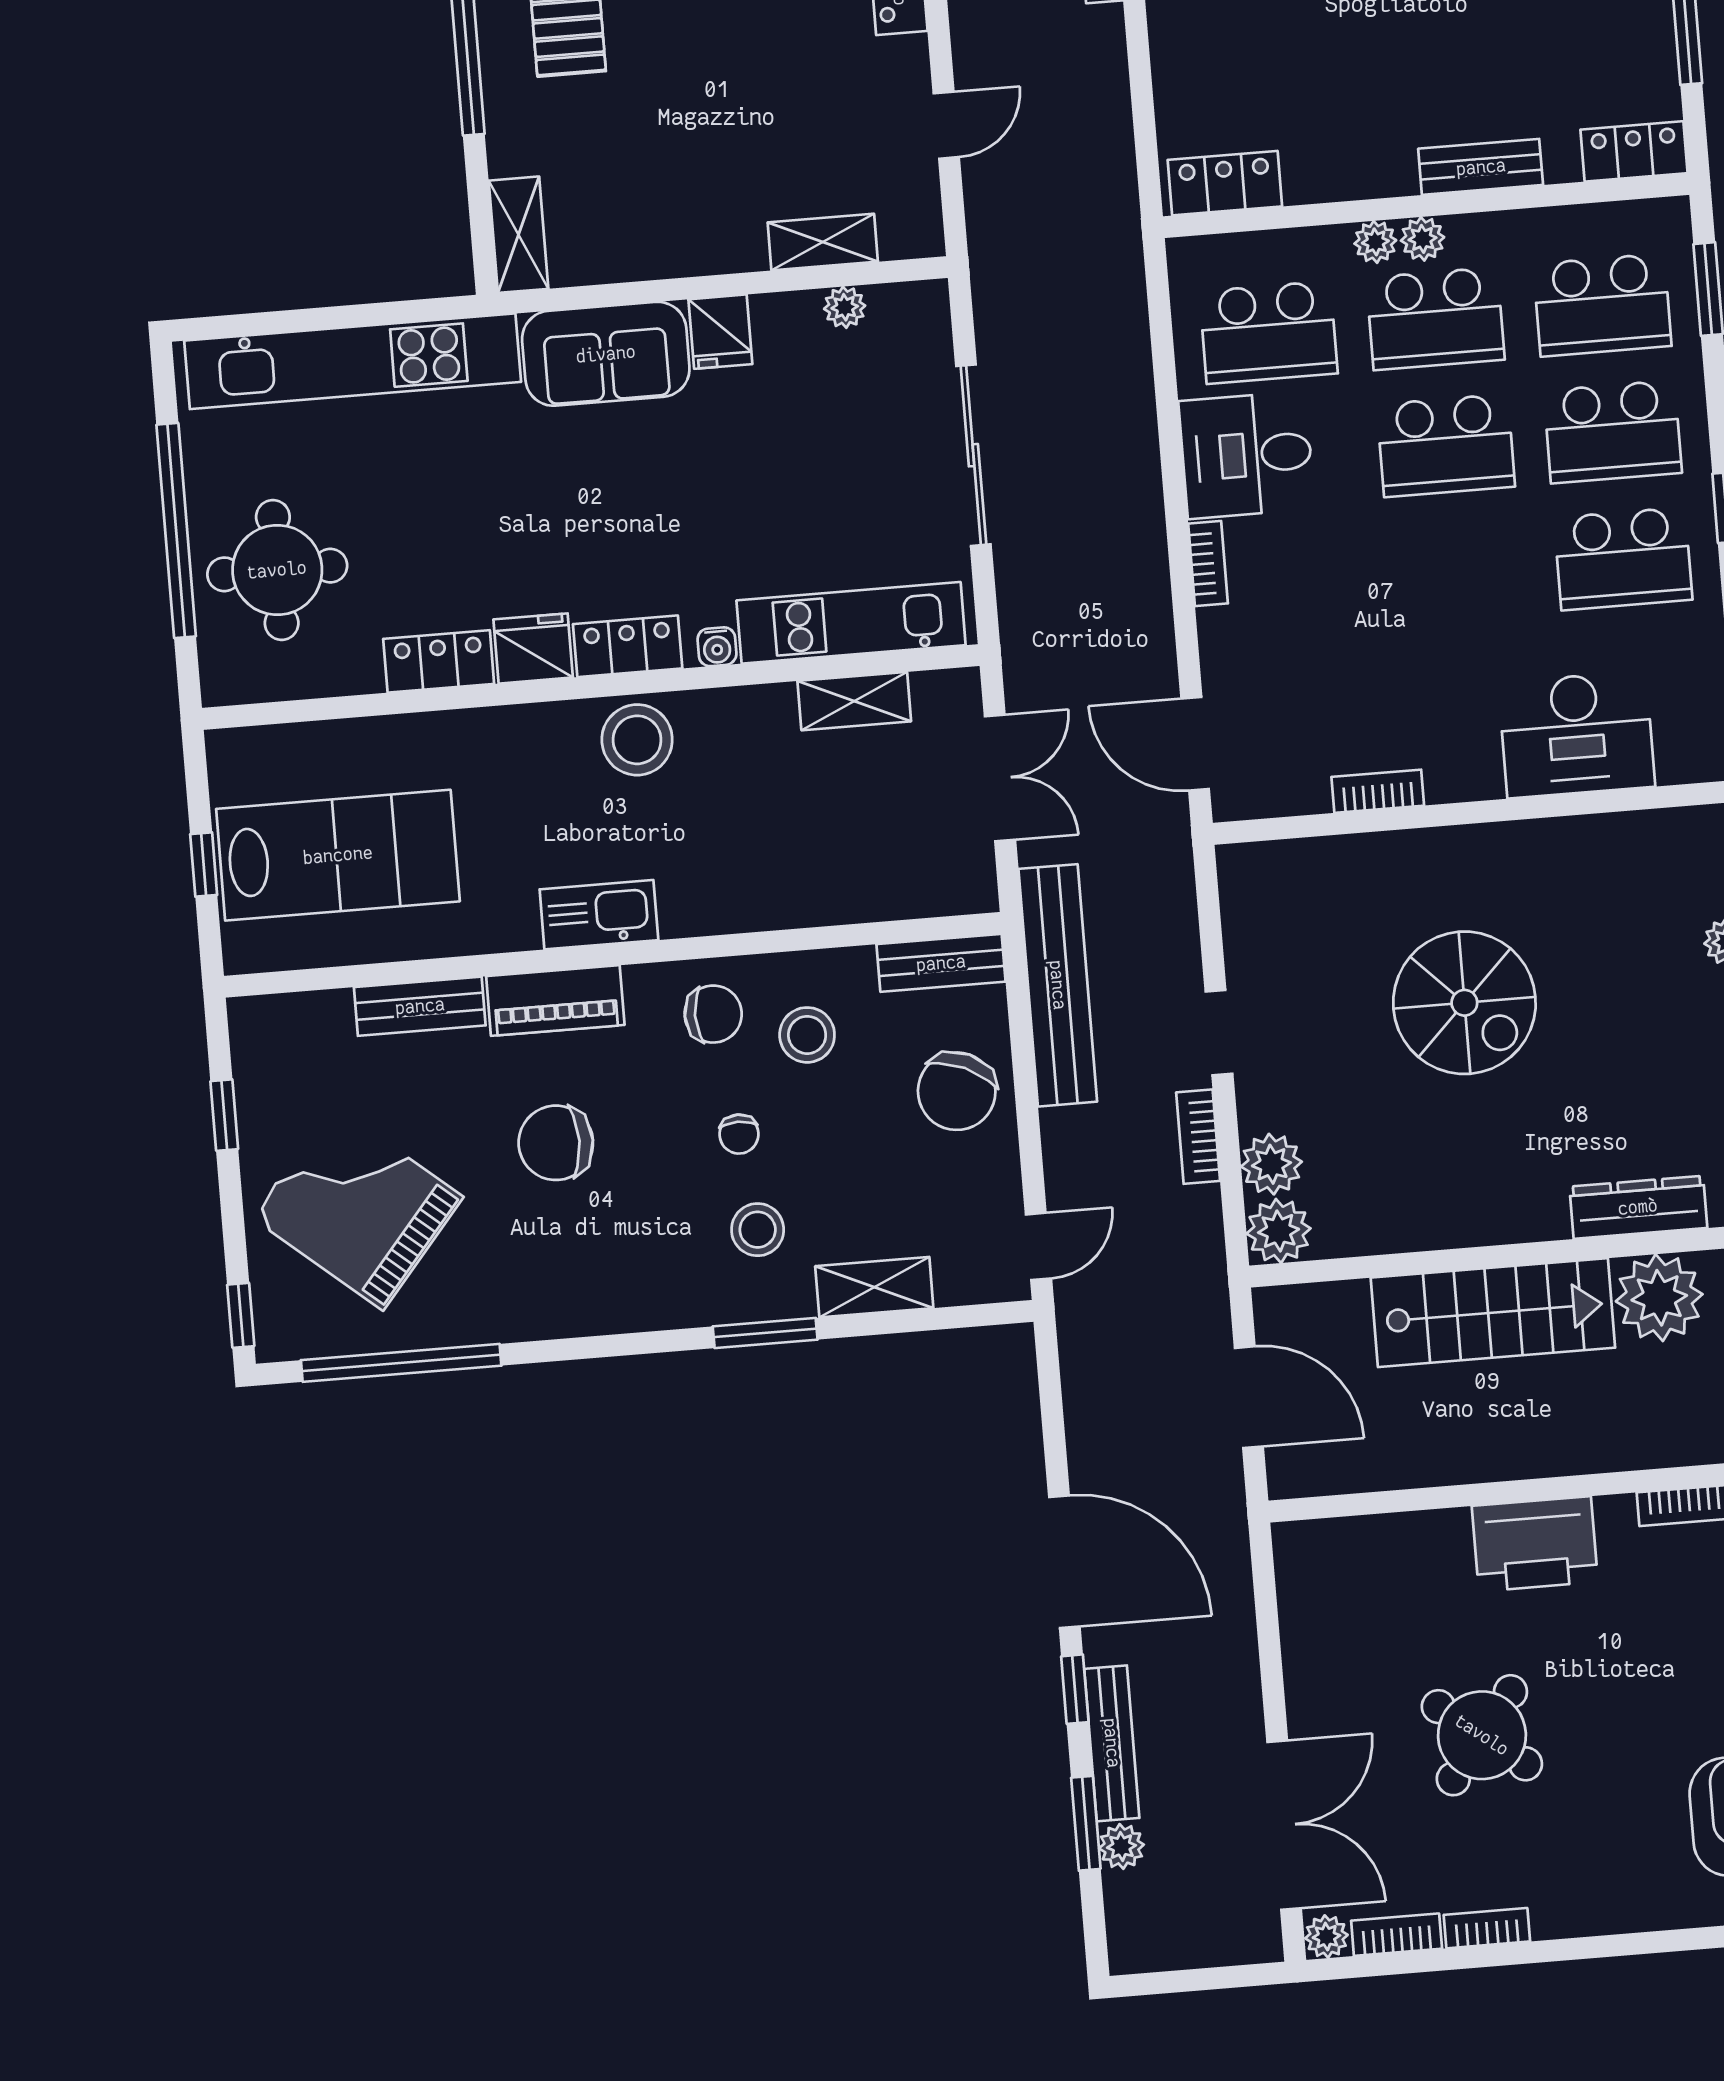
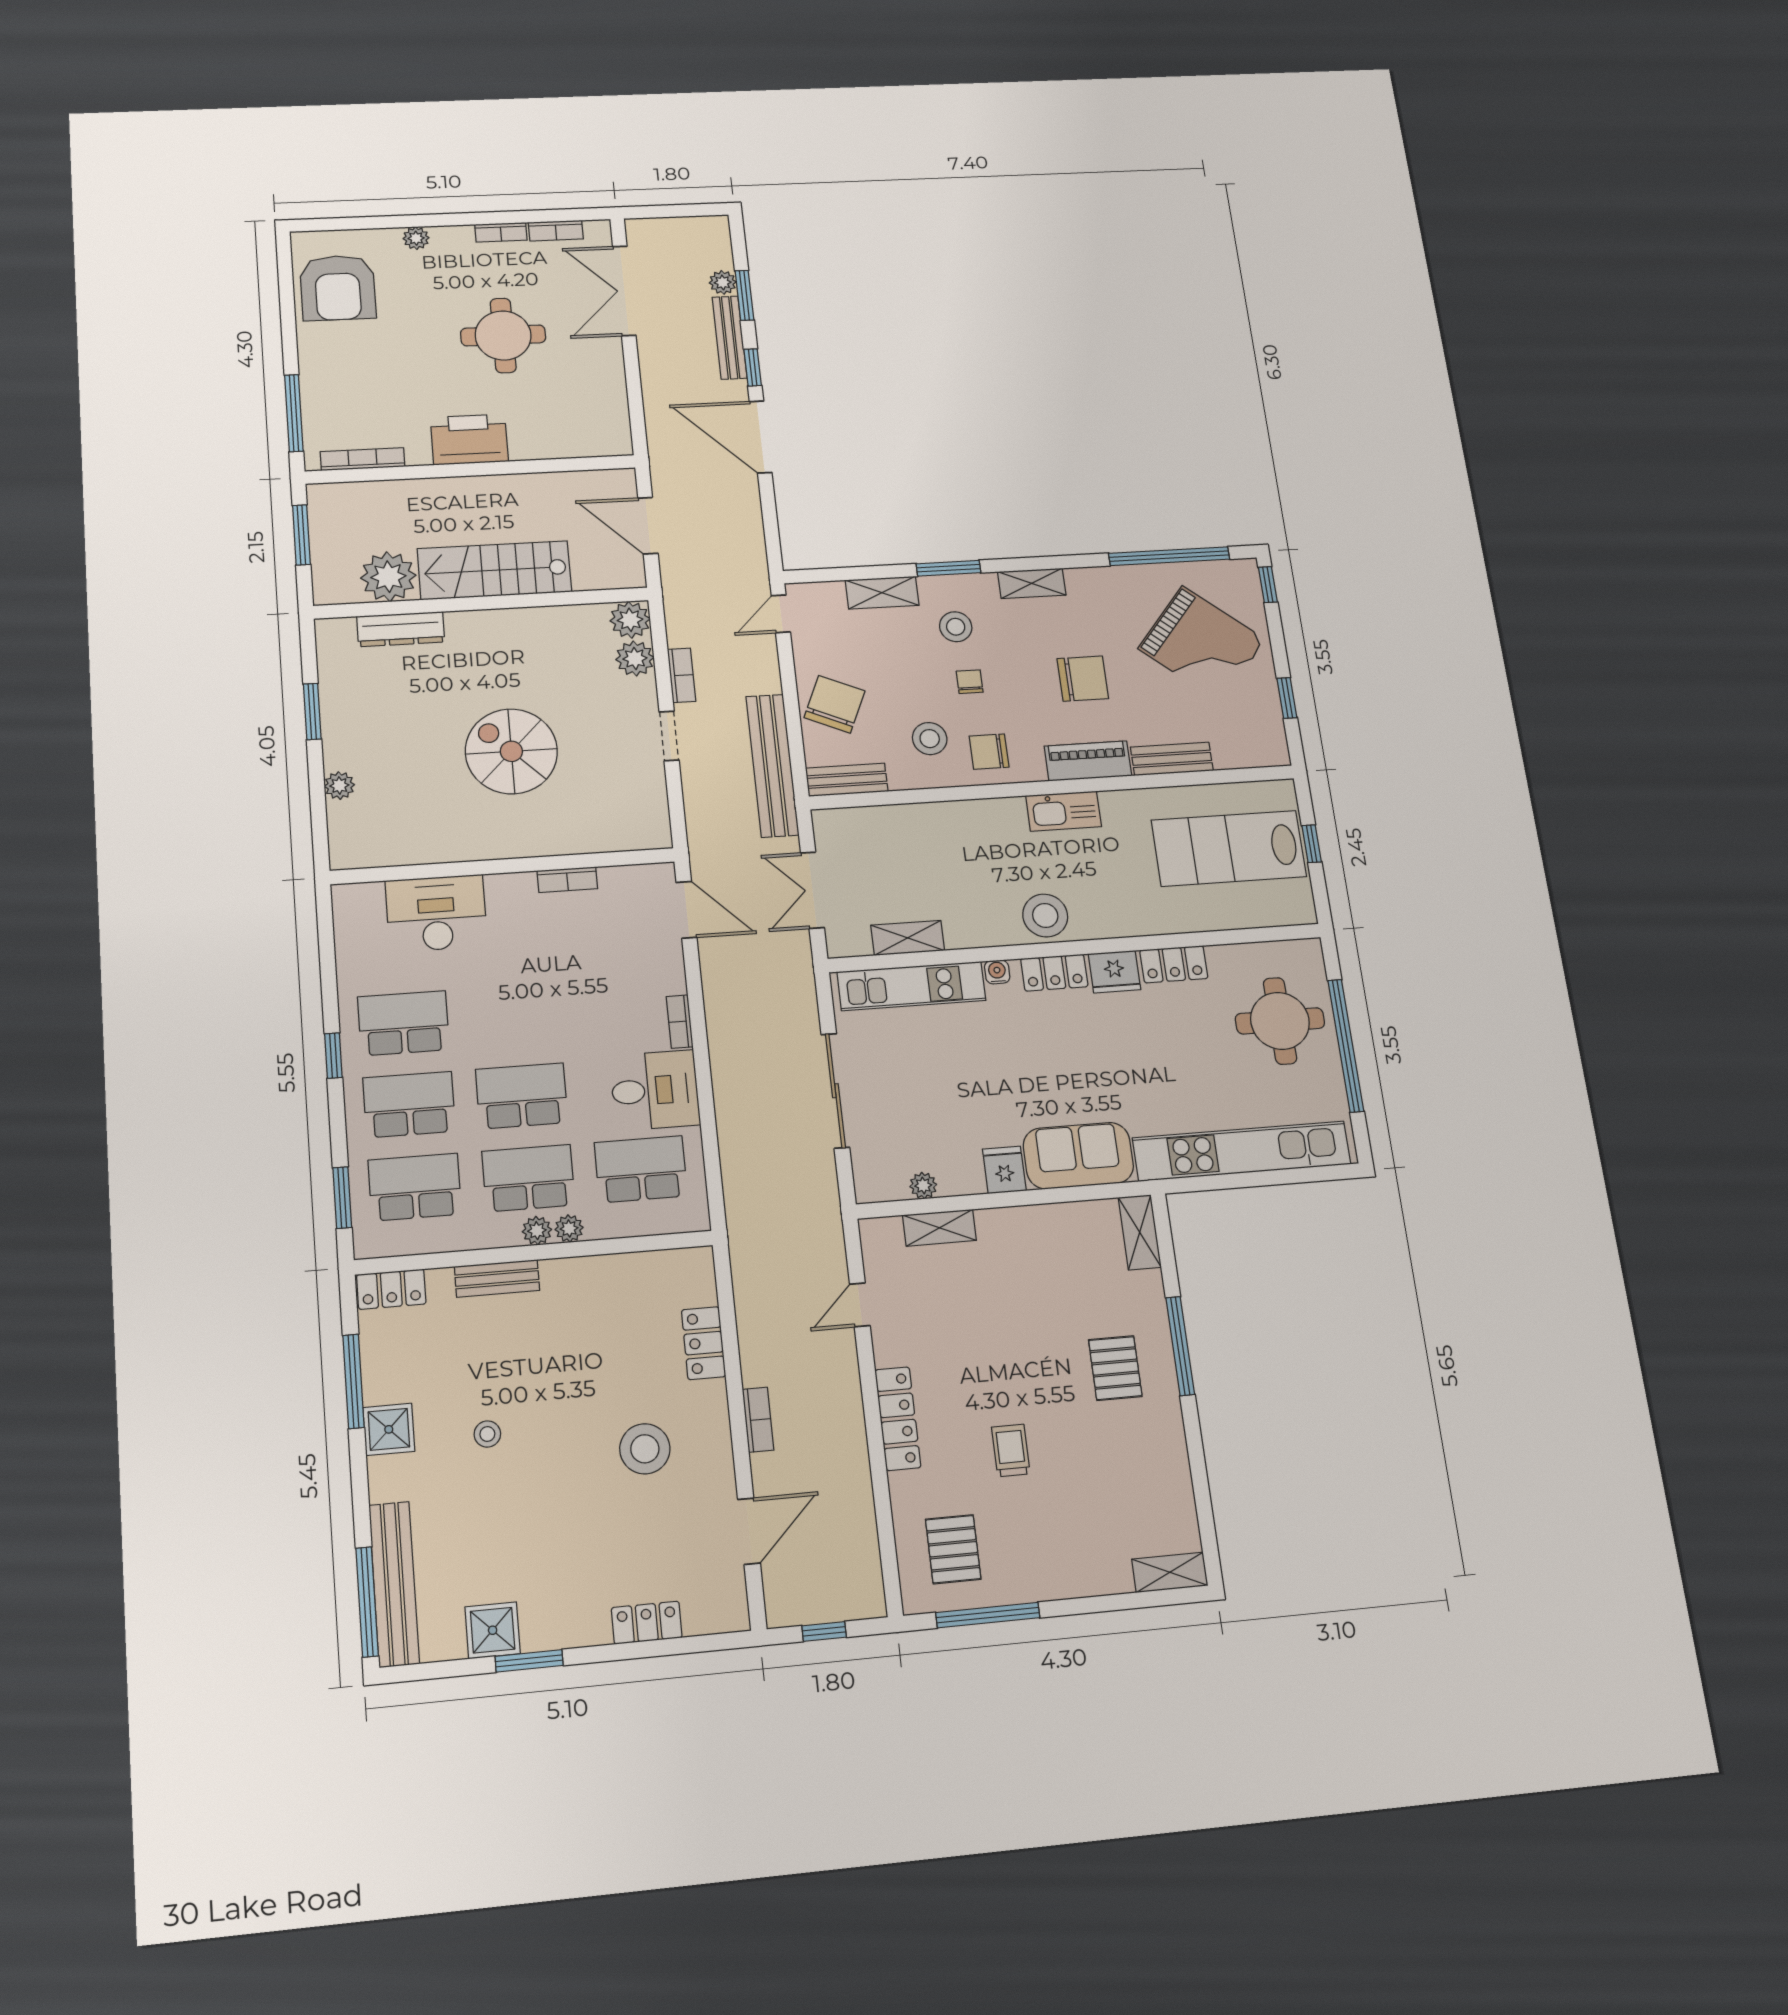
locker: (1225, 183) -> (704, 1343), moved, turned 90
shelving: (630, 1309) -> (1032, 583), added
round table: (1482, 1735) -> (503, 335), turned -38
plant: (1326, 1937) -> (416, 238), moved

